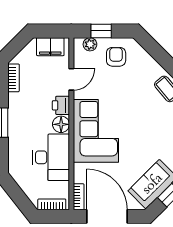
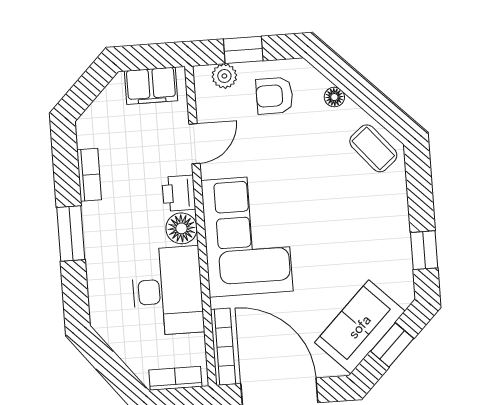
armchair: (116, 57) -> (274, 96), turned -90
floor lamp: (148, 60) -> (334, 97), added
bookcase: (14, 78) -> (89, 175), moved
bookcase: (79, 197) -> (223, 347), width x1.56

